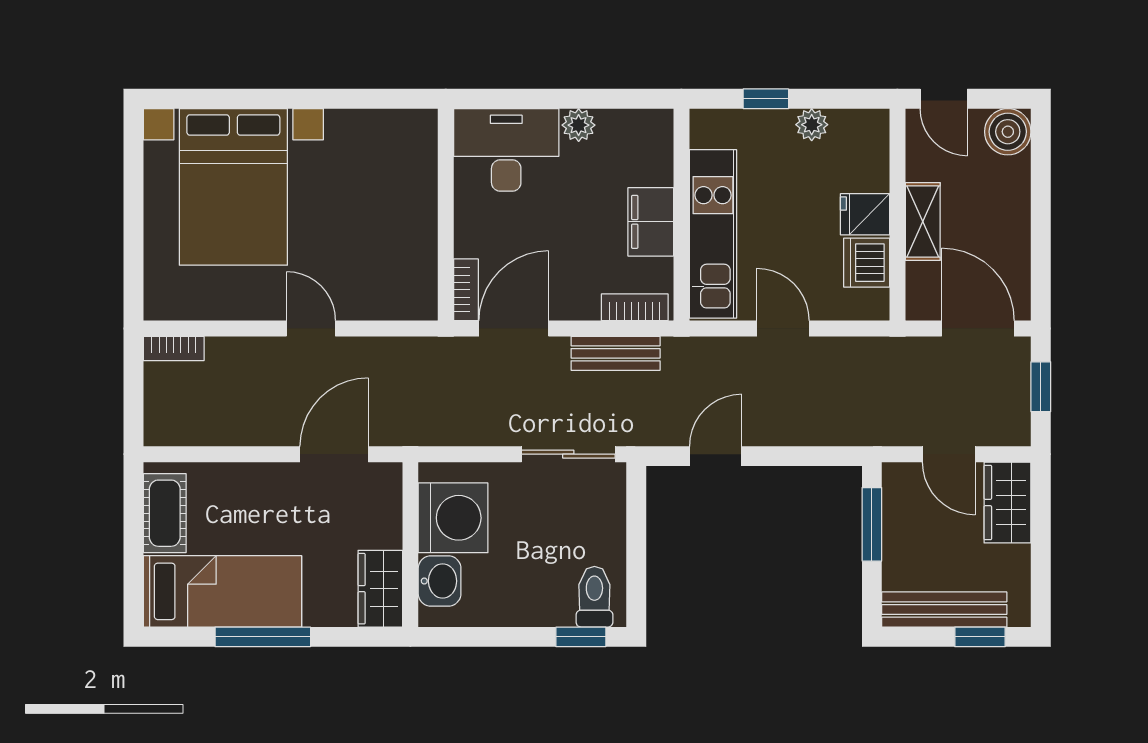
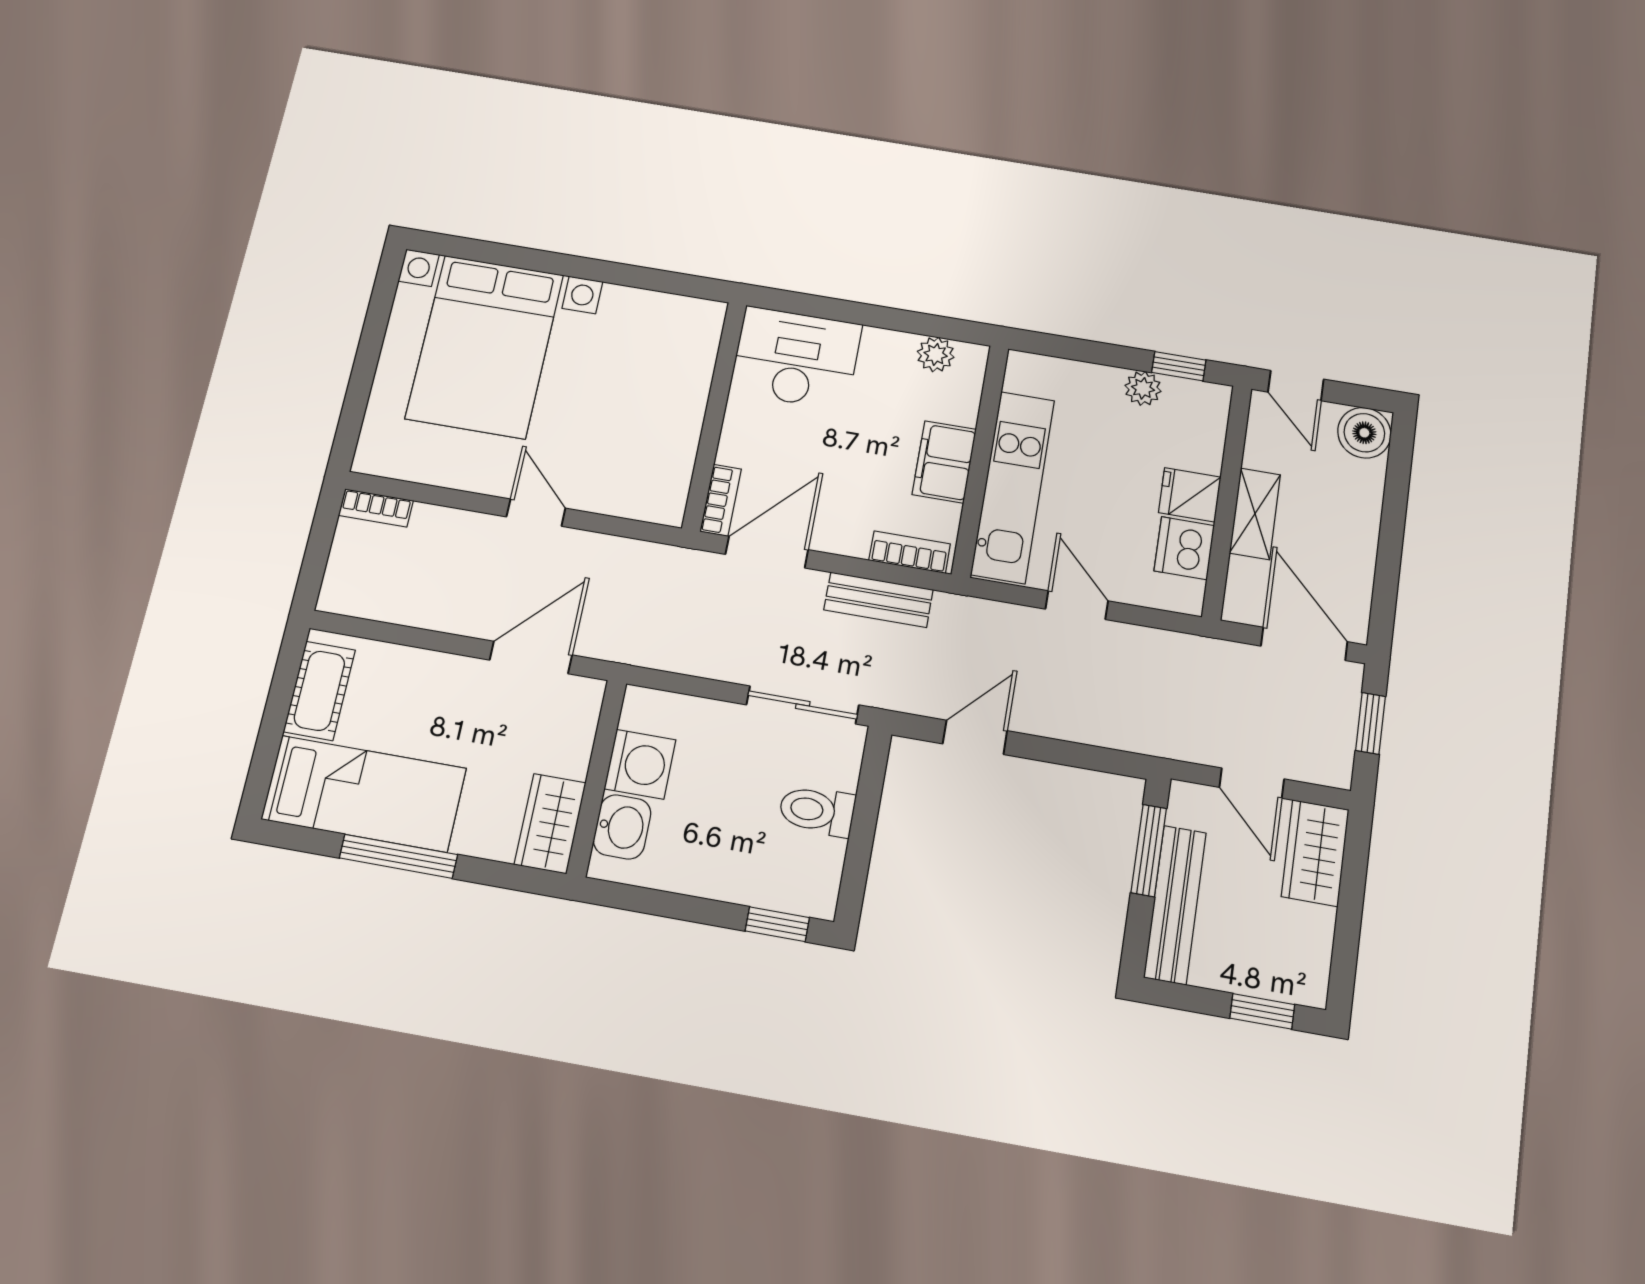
window: (766, 99) -> (1179, 366), moved
plant: (579, 125) -> (936, 354), moved
washing machine: (453, 518) -> (640, 764), width x0.73, depth x0.73
toilet: (594, 597) -> (817, 811), moved, turned -90
bench: (944, 609) -> (1175, 905), moved, turned 90

